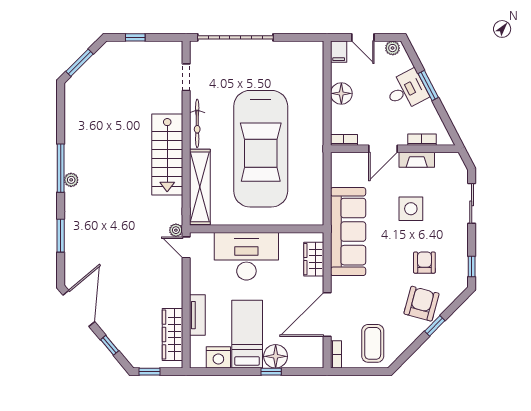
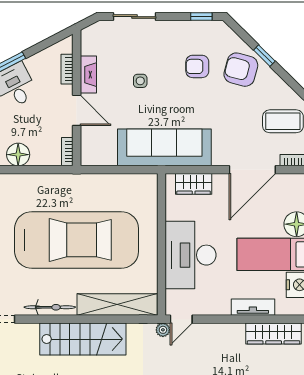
side table: (411, 209) -> (140, 81), width x0.54, depth x0.54
door: (327, 314) -> (252, 170), hinge flipped

